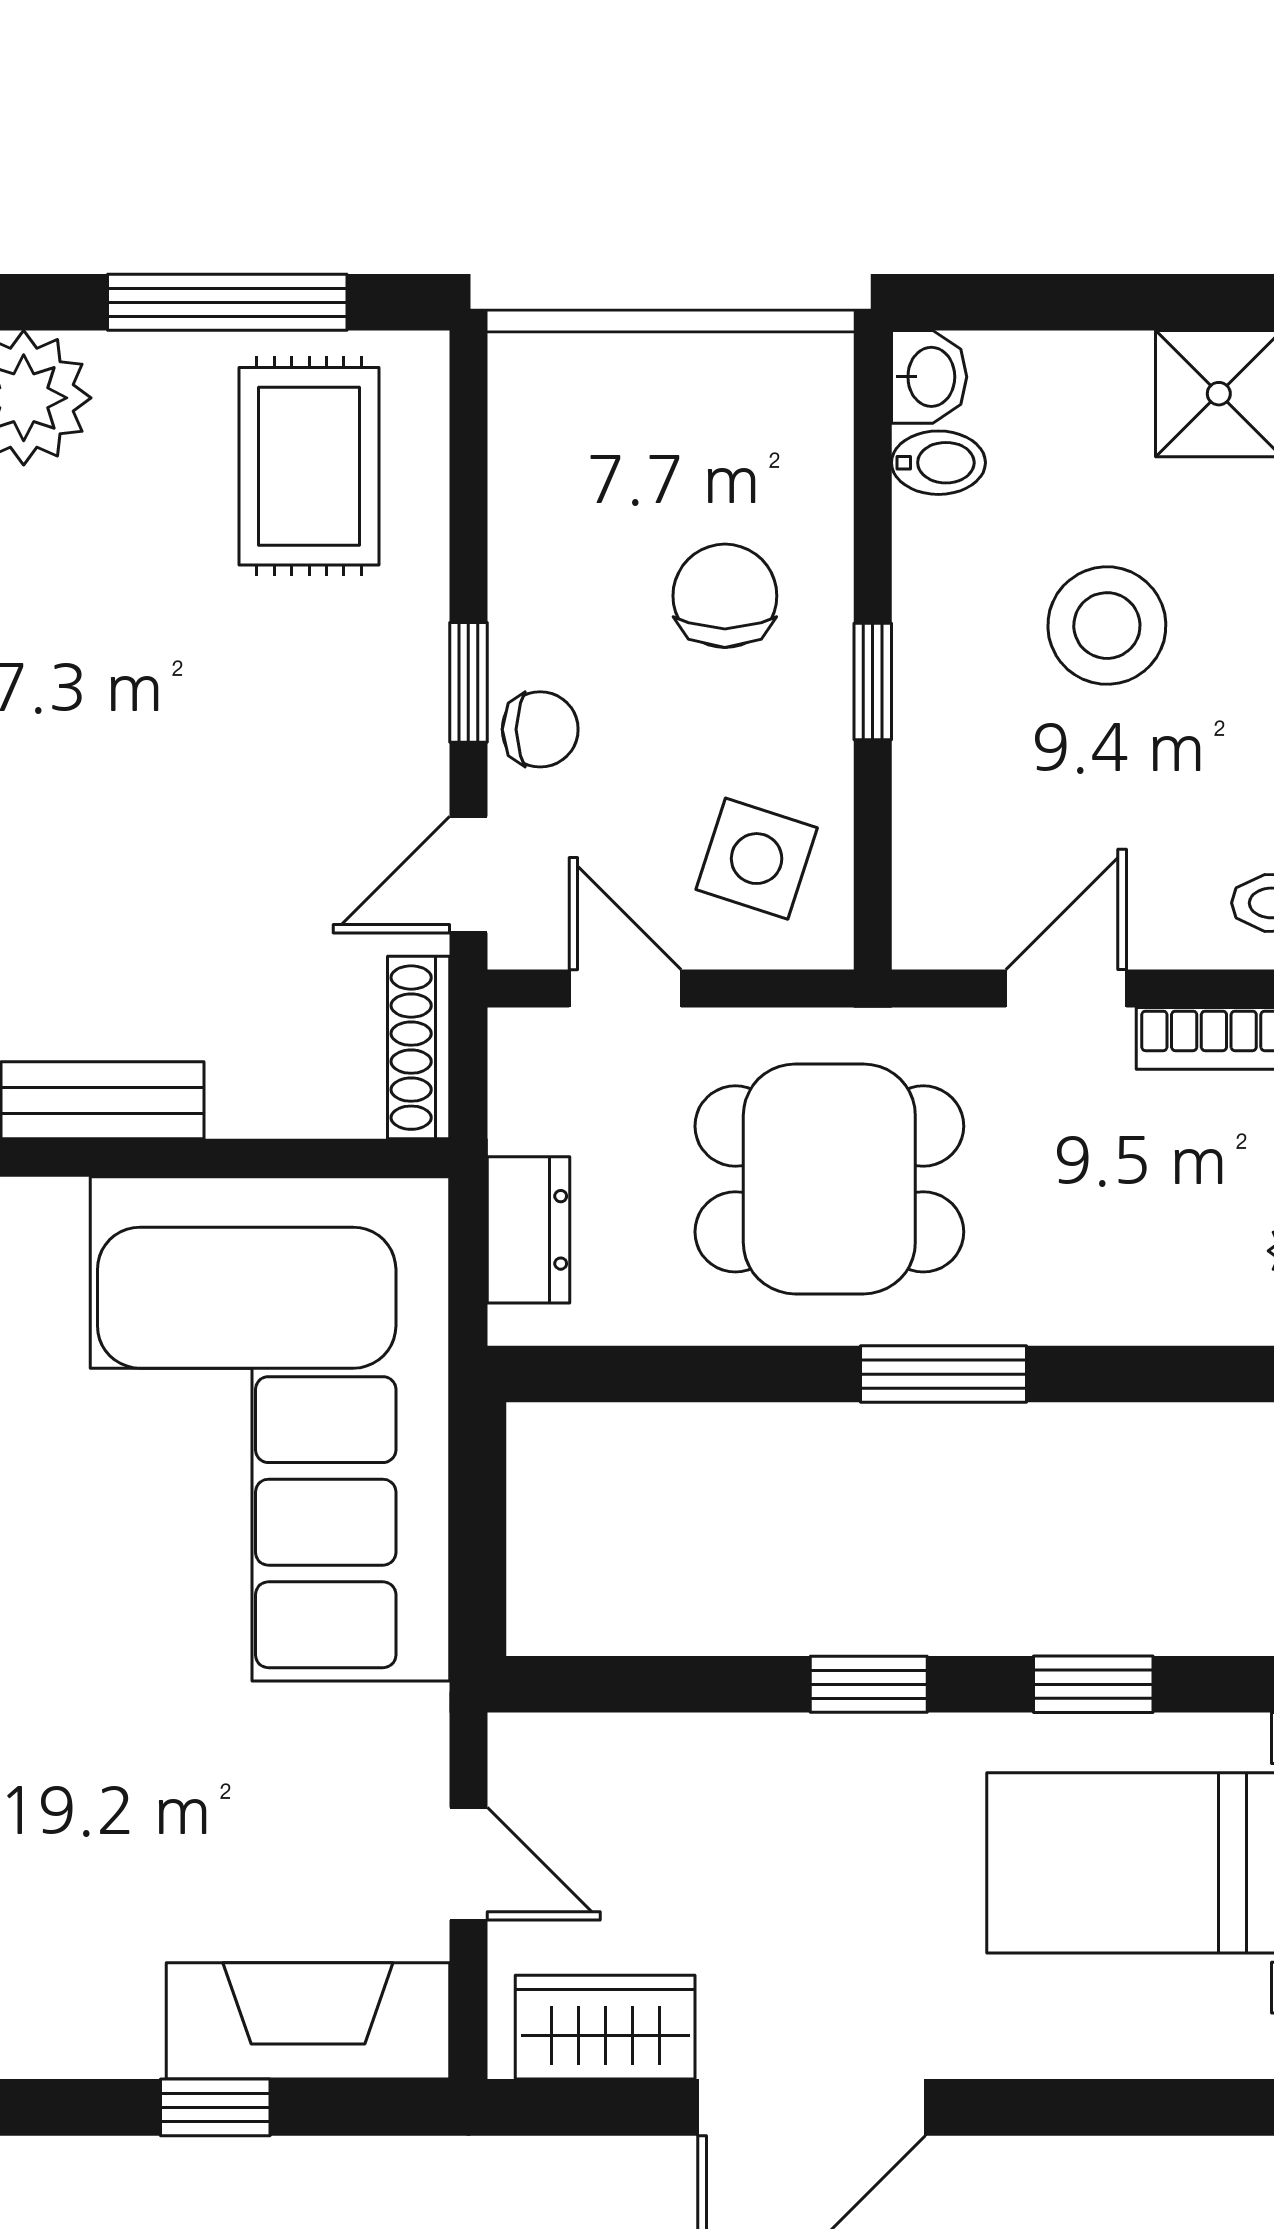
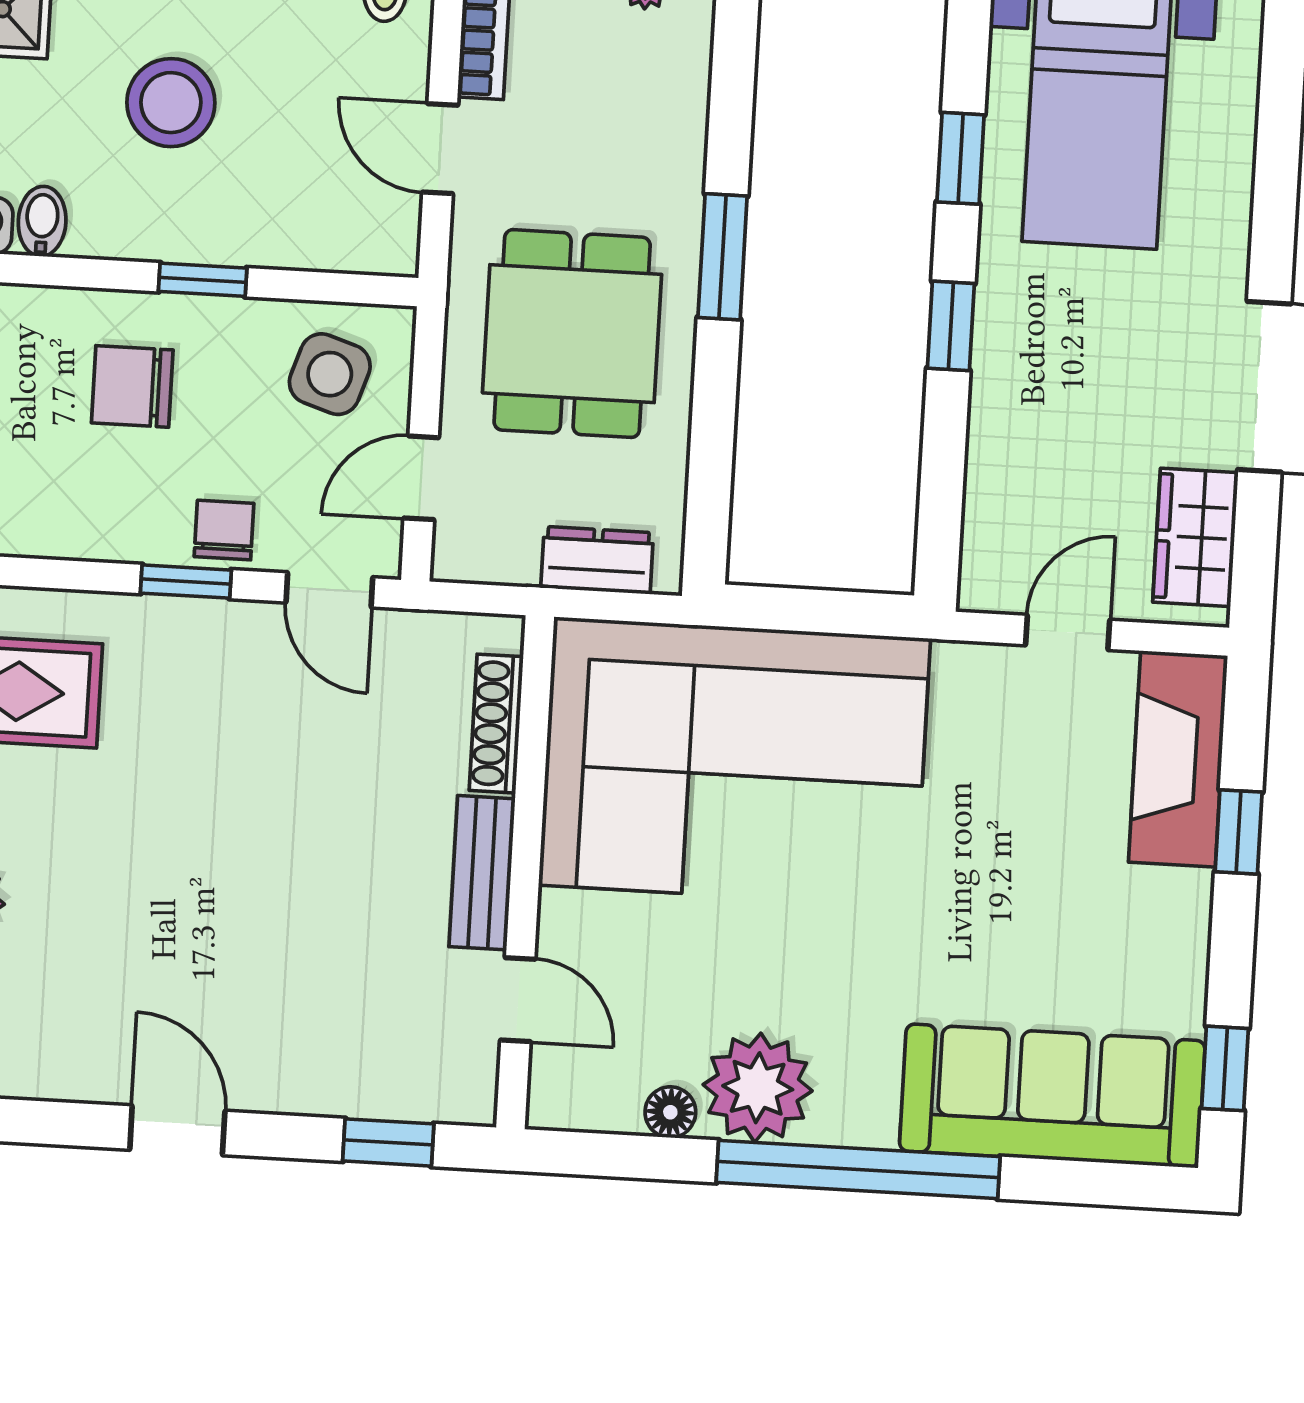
shoe rack: (419, 1048) -> (496, 724), moved, turned 90

